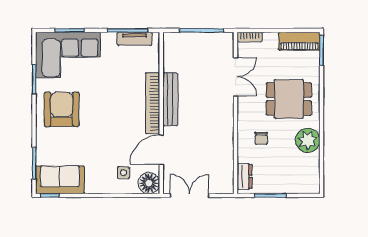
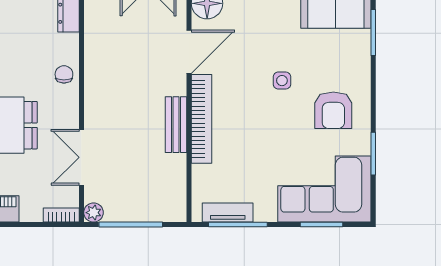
plant: (227, 39) -> (94, 213), added
bench: (170, 99) -> (176, 125), width x0.73
armchair: (62, 109) -> (333, 110), width x0.73, depth x0.73
chair: (261, 138) -> (64, 74), moved
side table: (123, 173) -> (282, 81), moved

